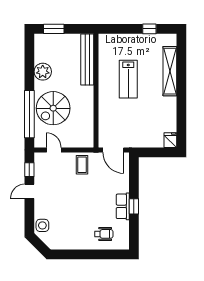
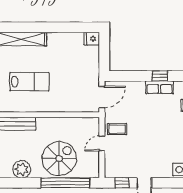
spiral stairs: (53, 108) -> (59, 159), turned -90
door: (54, 150) -> (102, 143), moved

